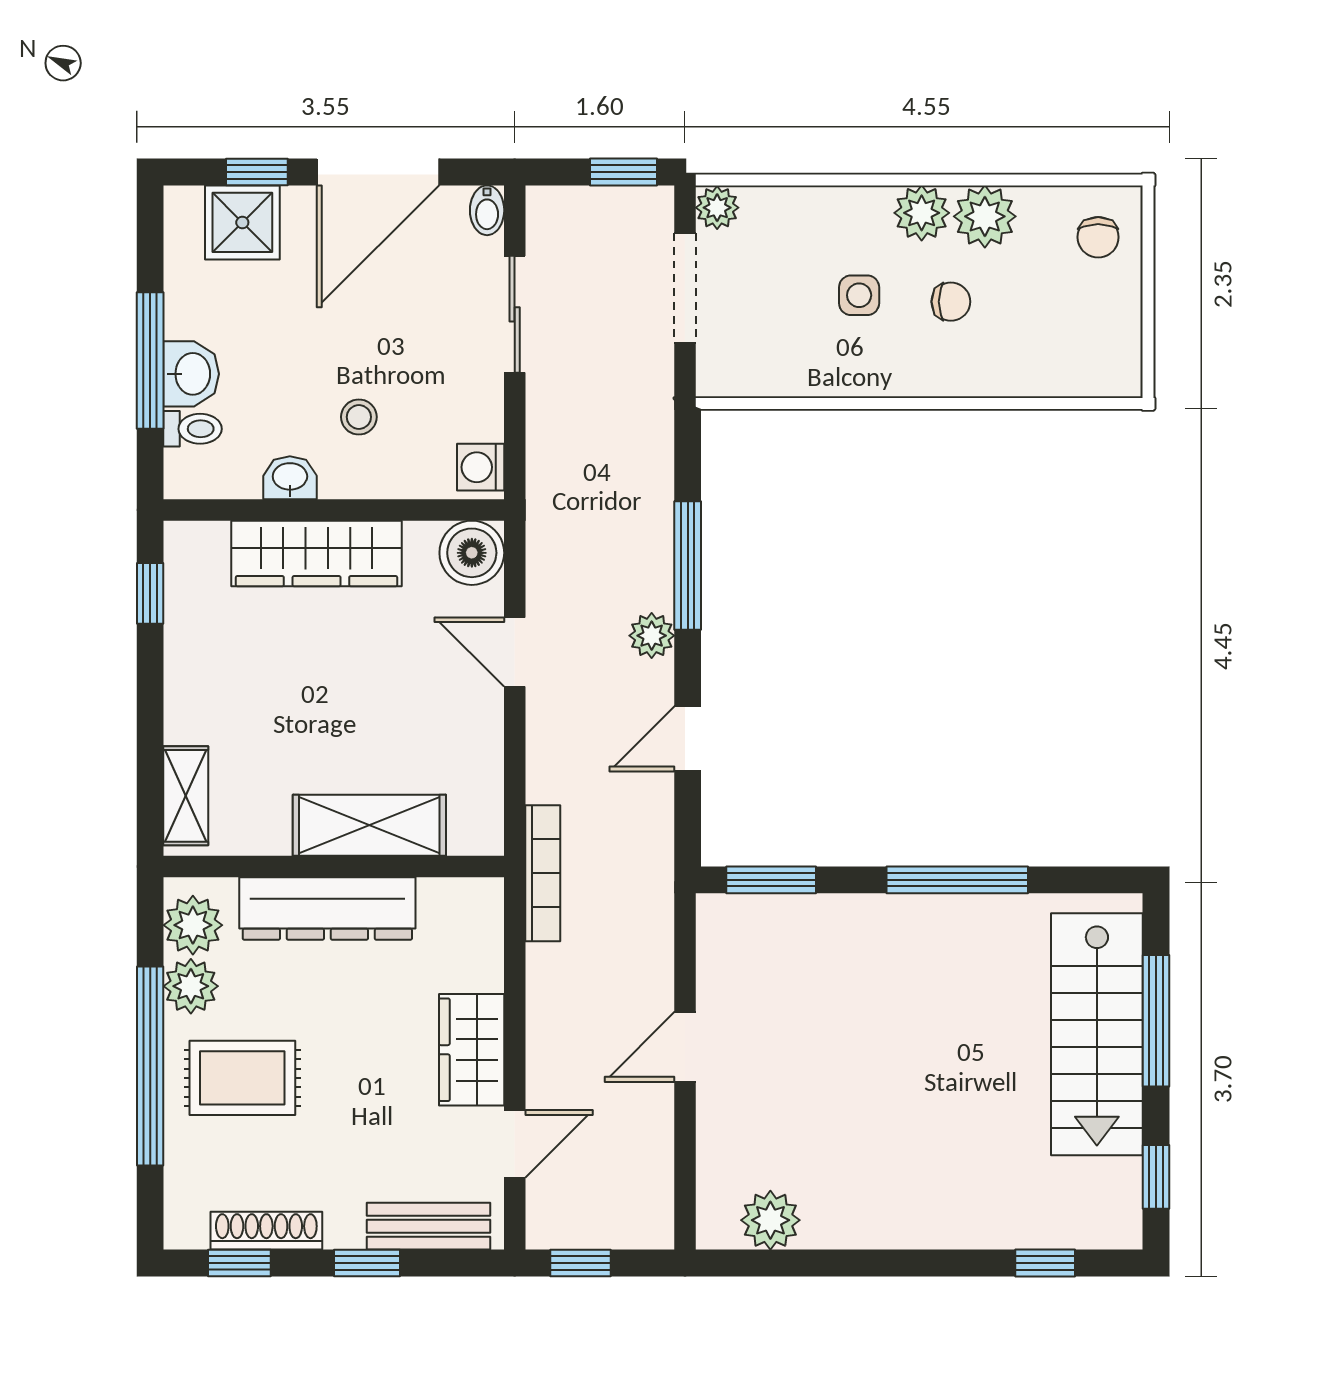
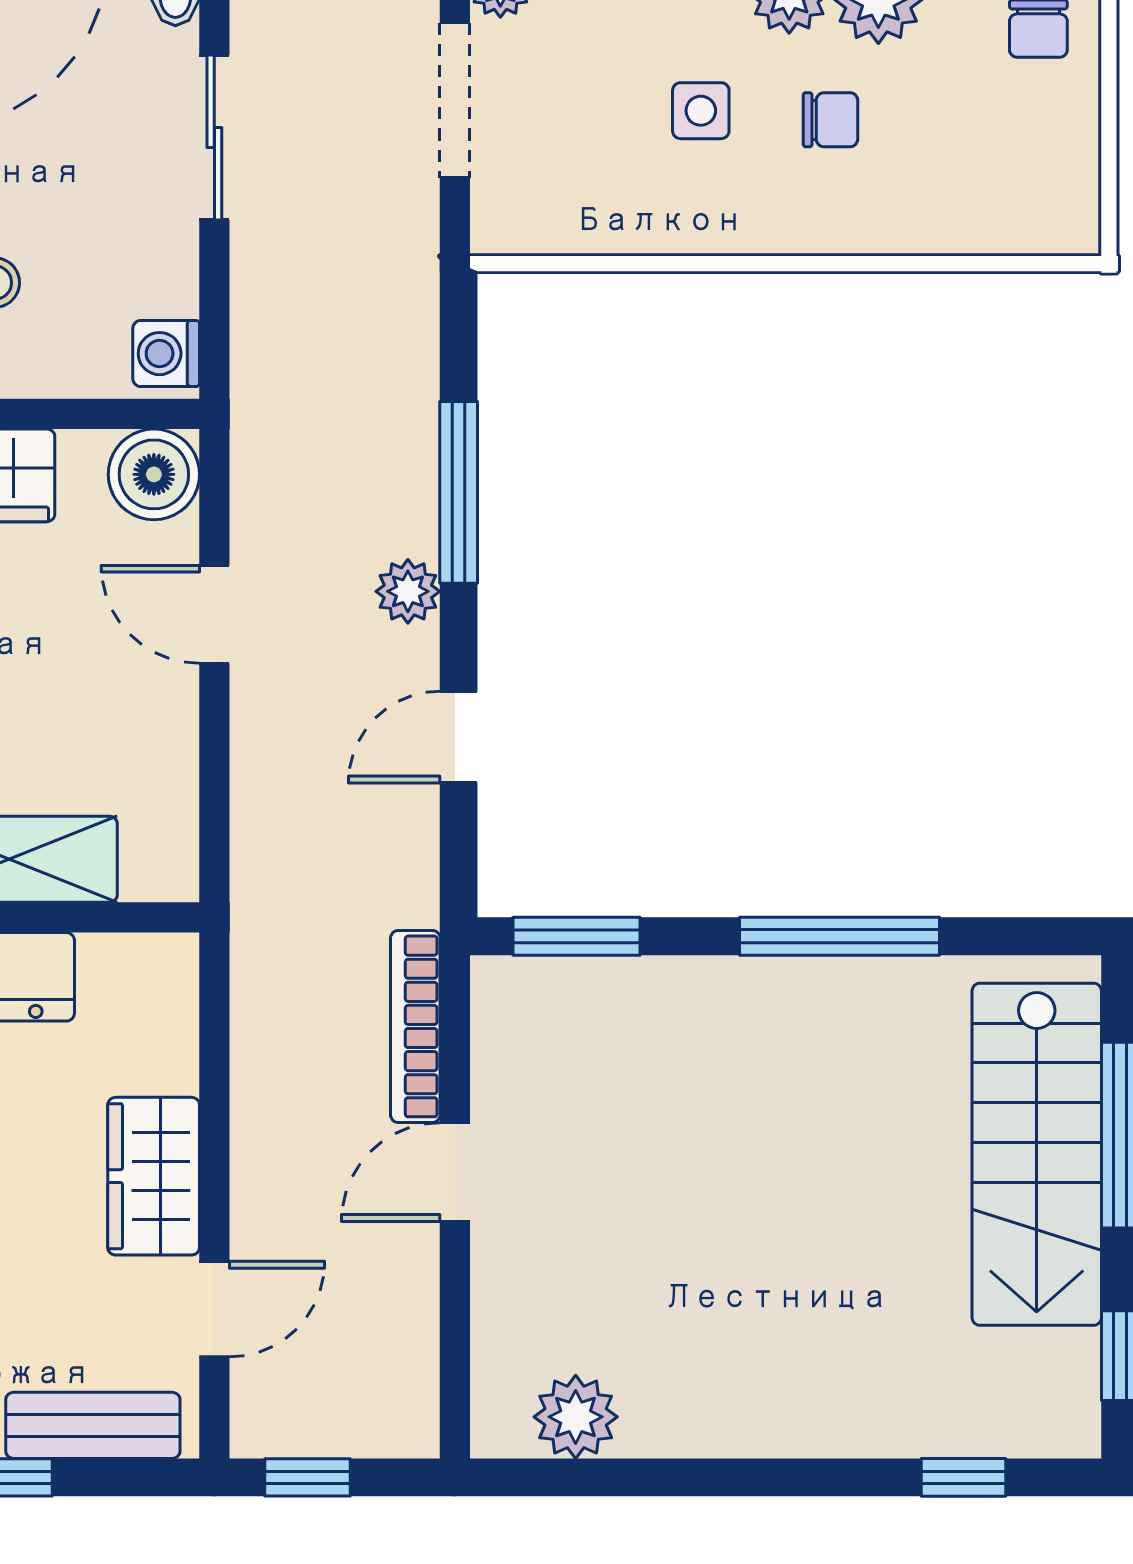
bookcase: (543, 873) -> (415, 1026), moved, turned 180

